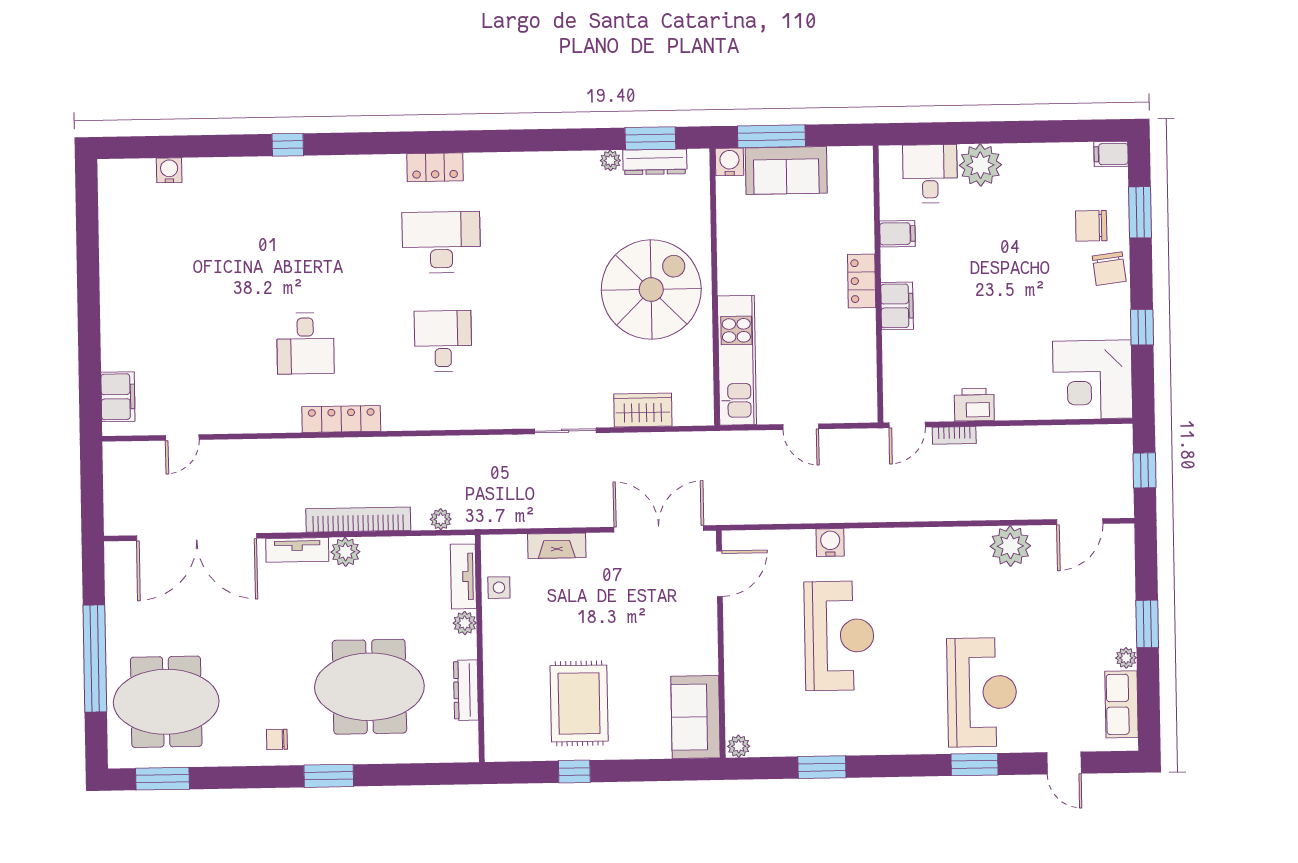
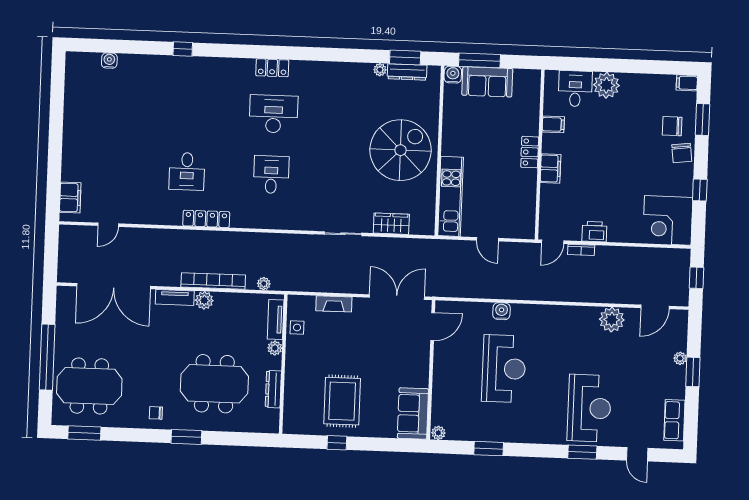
plant: (1126, 658) -> (680, 358), moved

